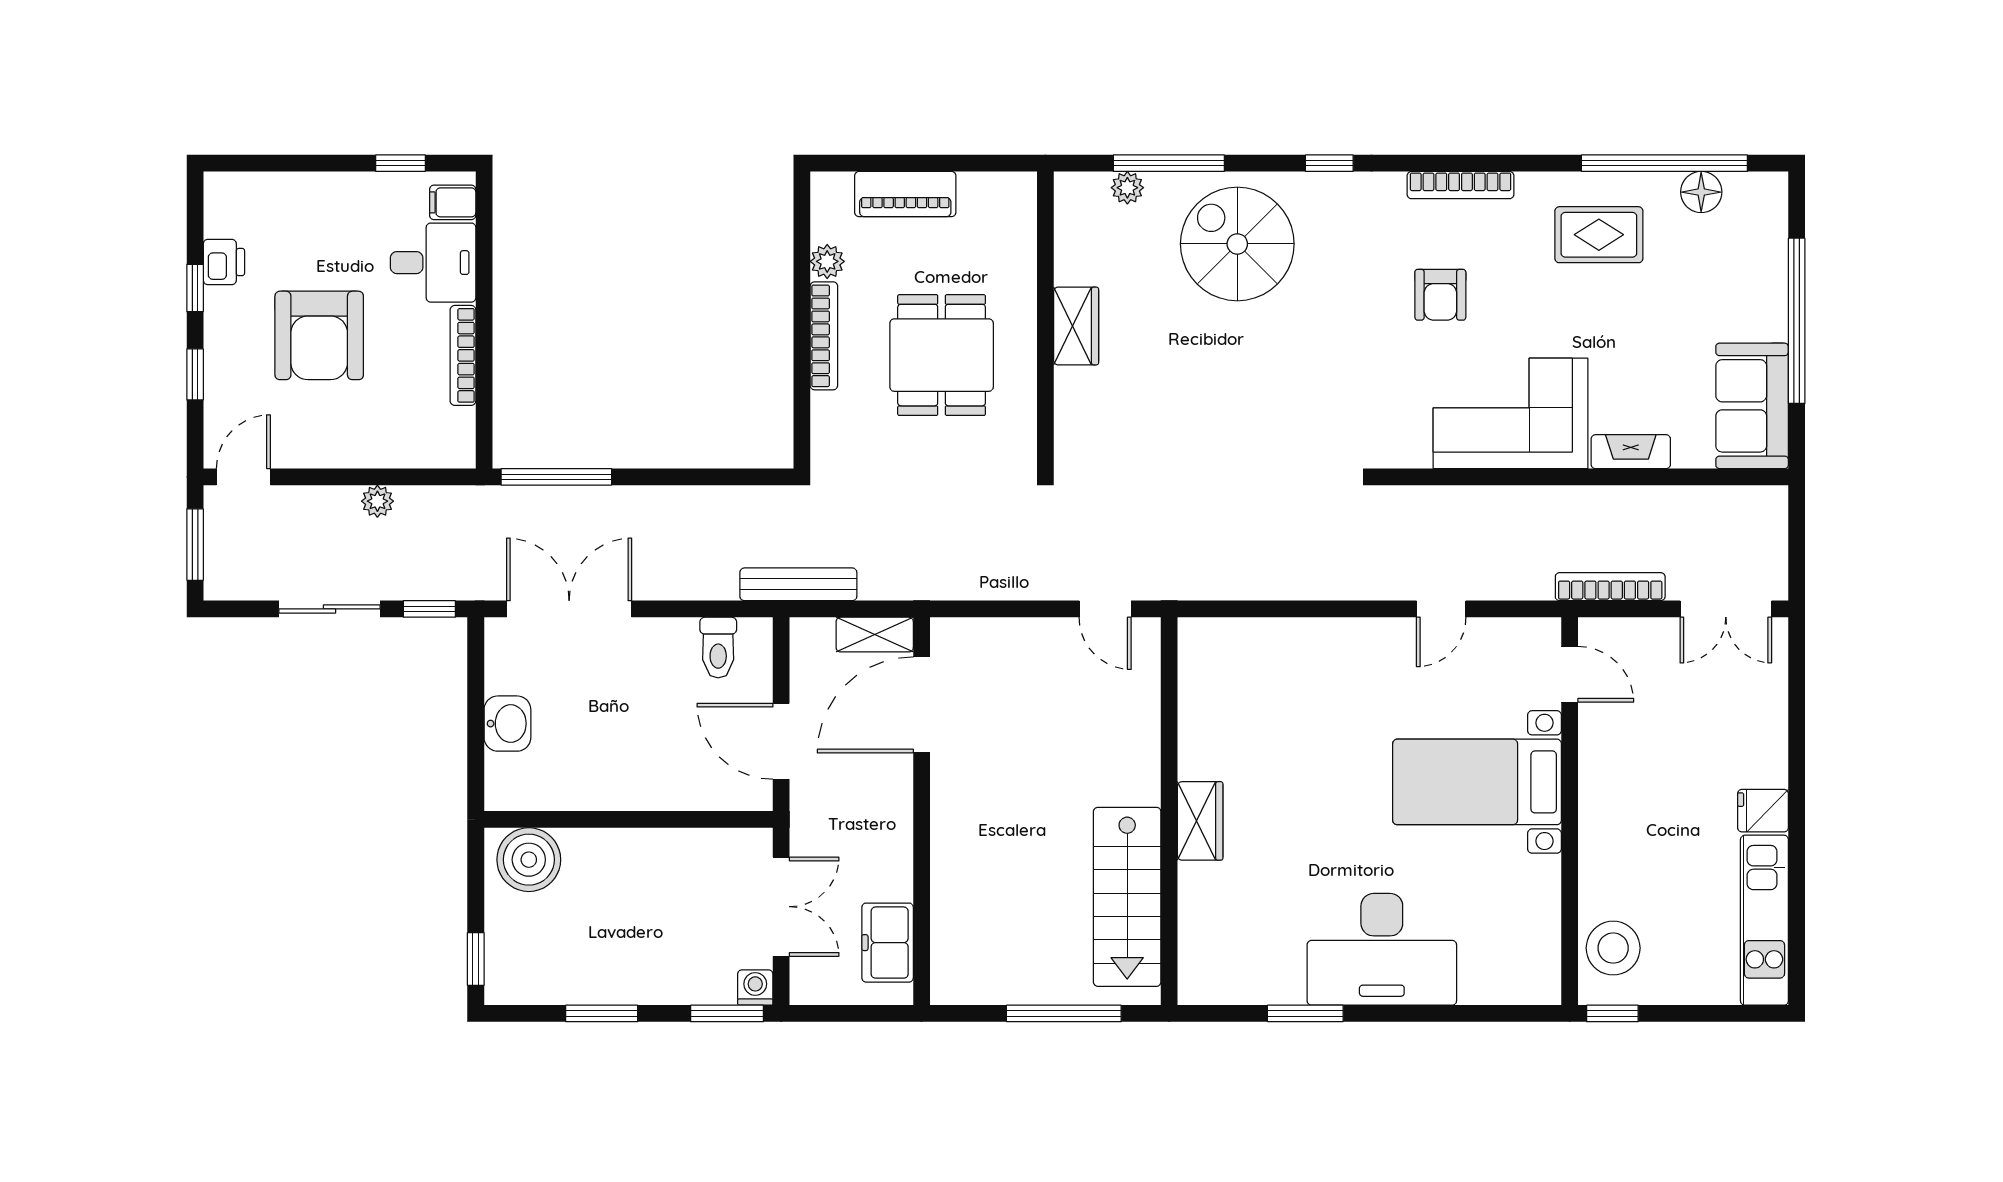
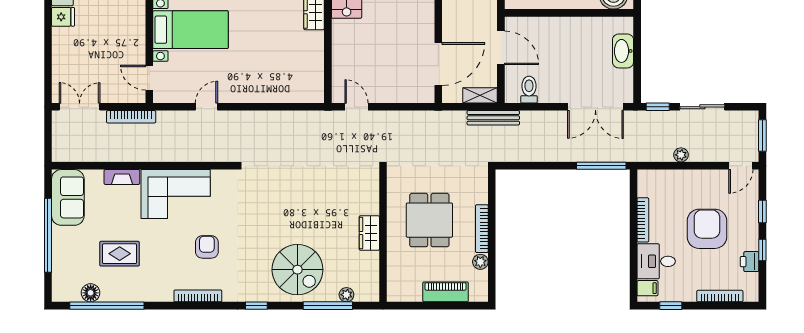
bookcase: (290, 185) -> (720, 296), added
rug: (1599, 235) -> (120, 254), moved
shelving: (875, 635) -> (480, 95), moved
washbasin: (507, 724) -> (623, 51), width x1.38

